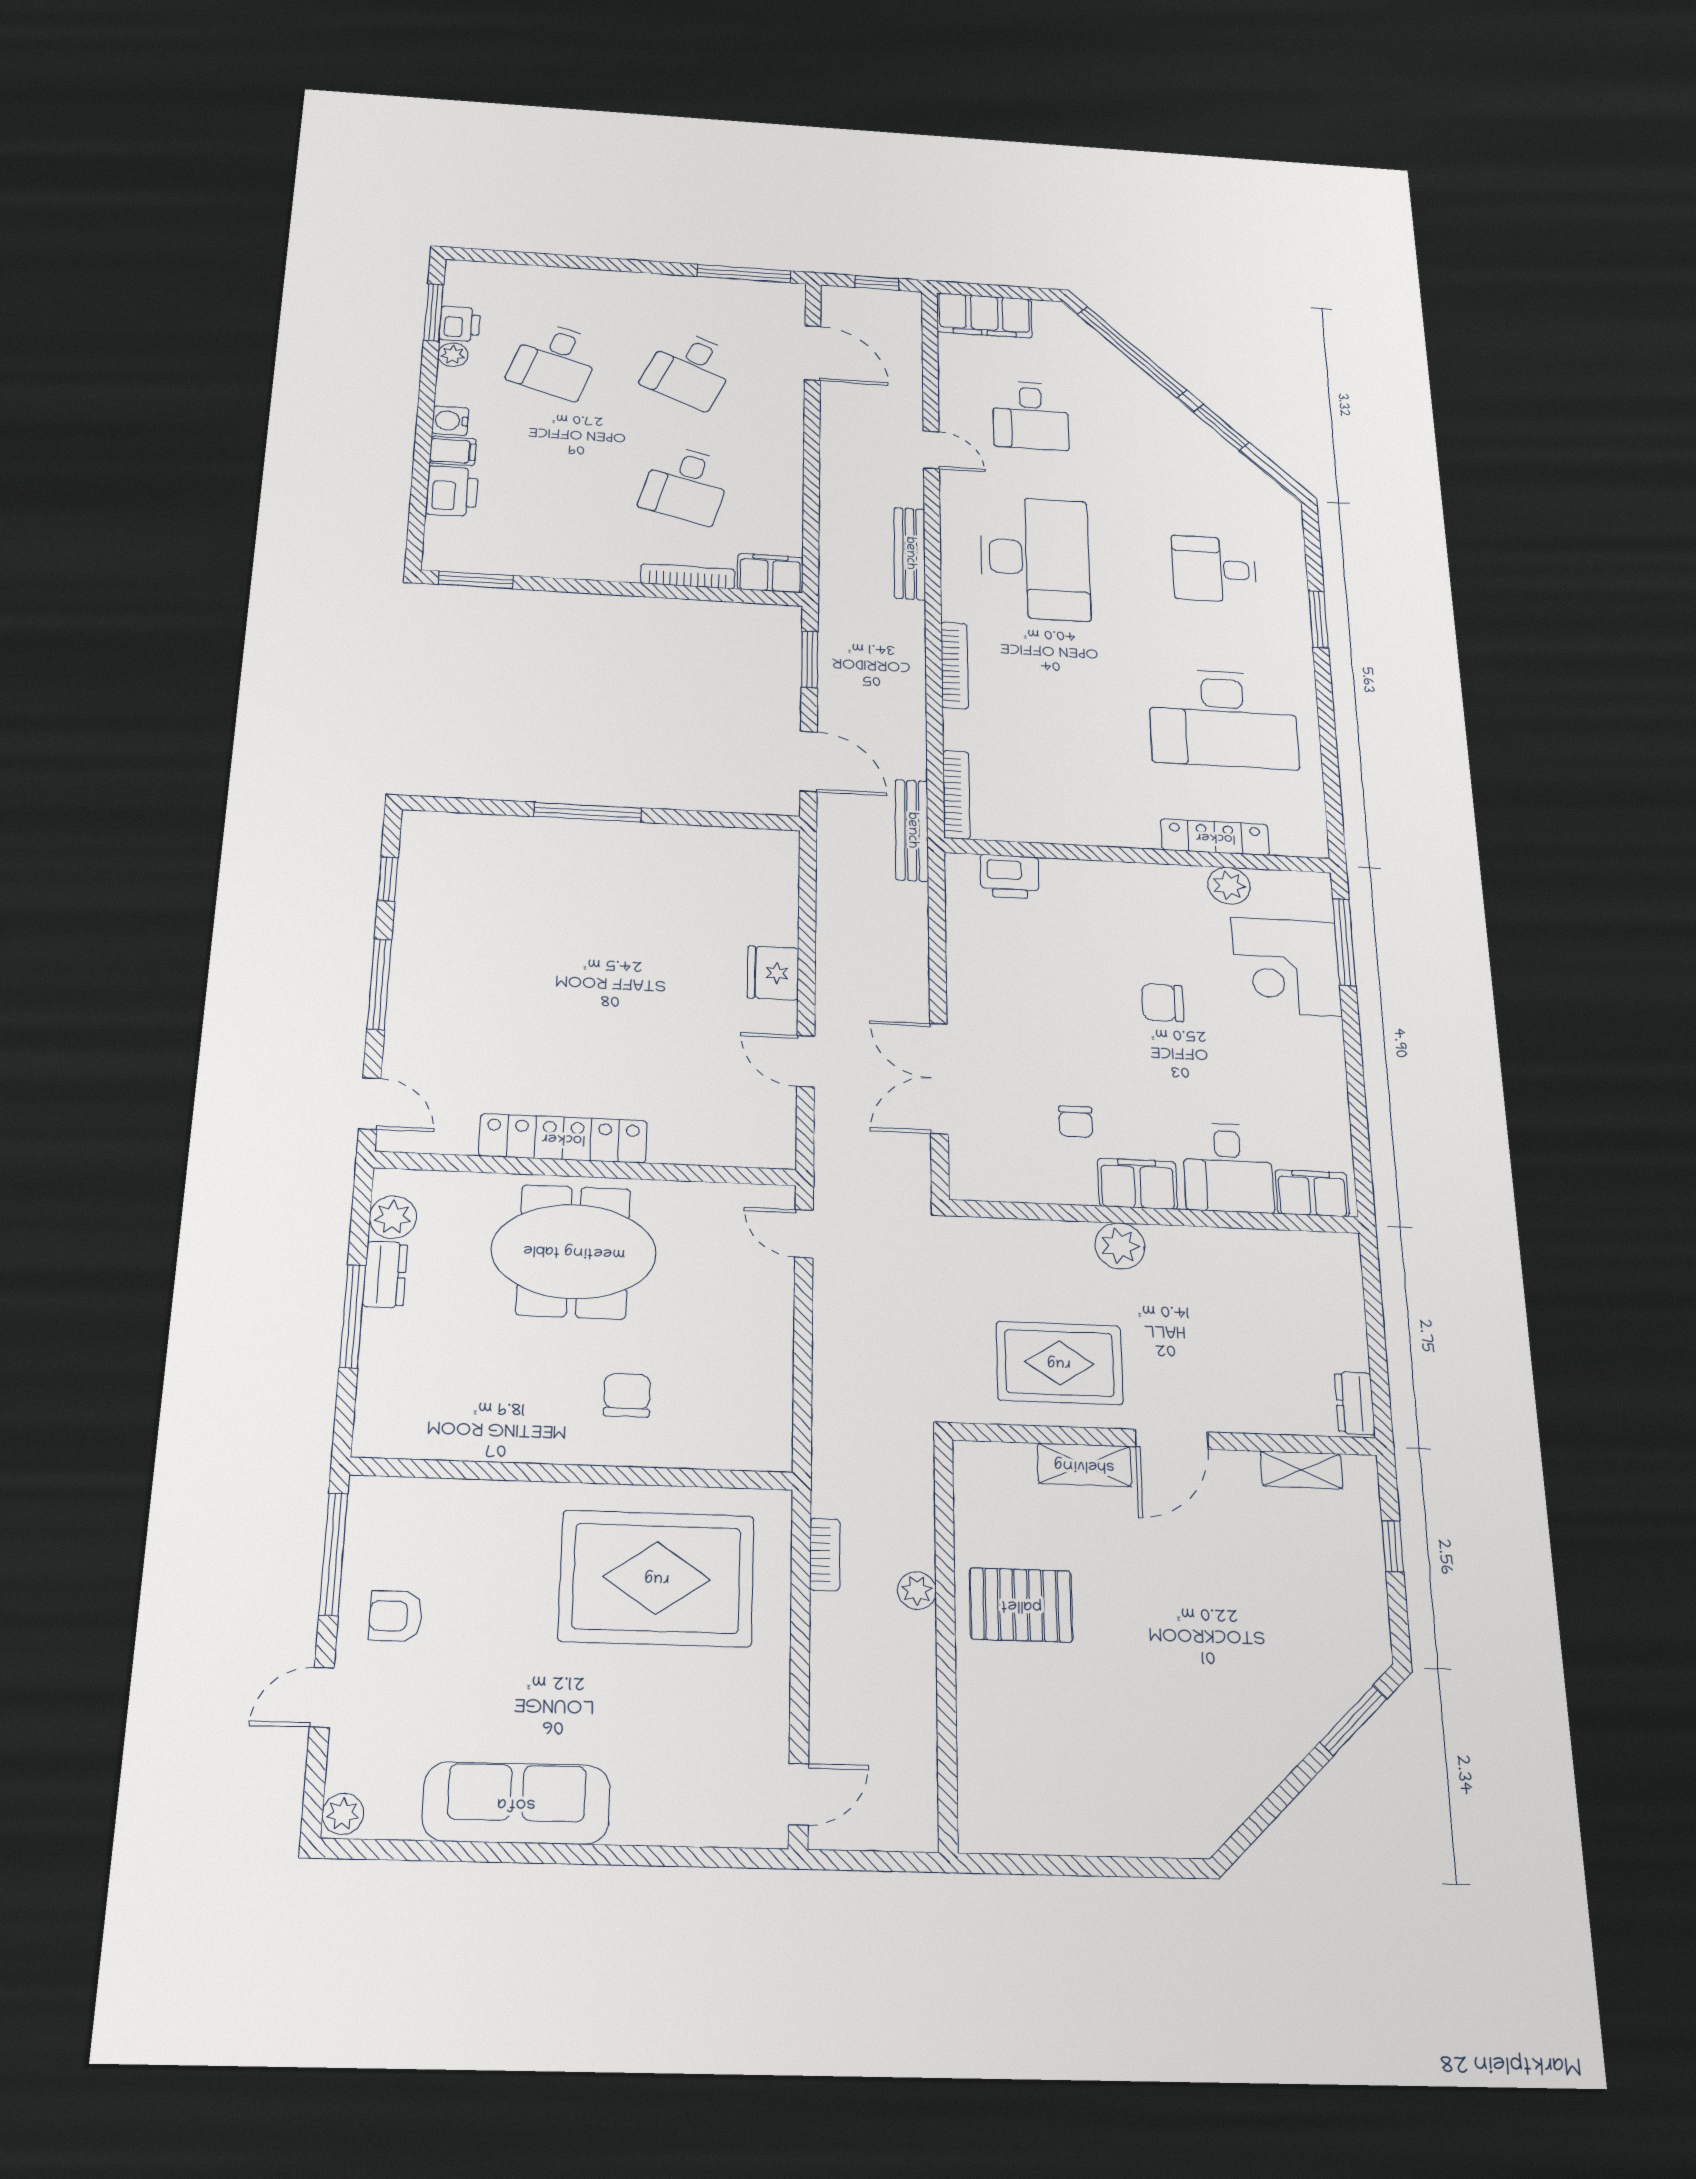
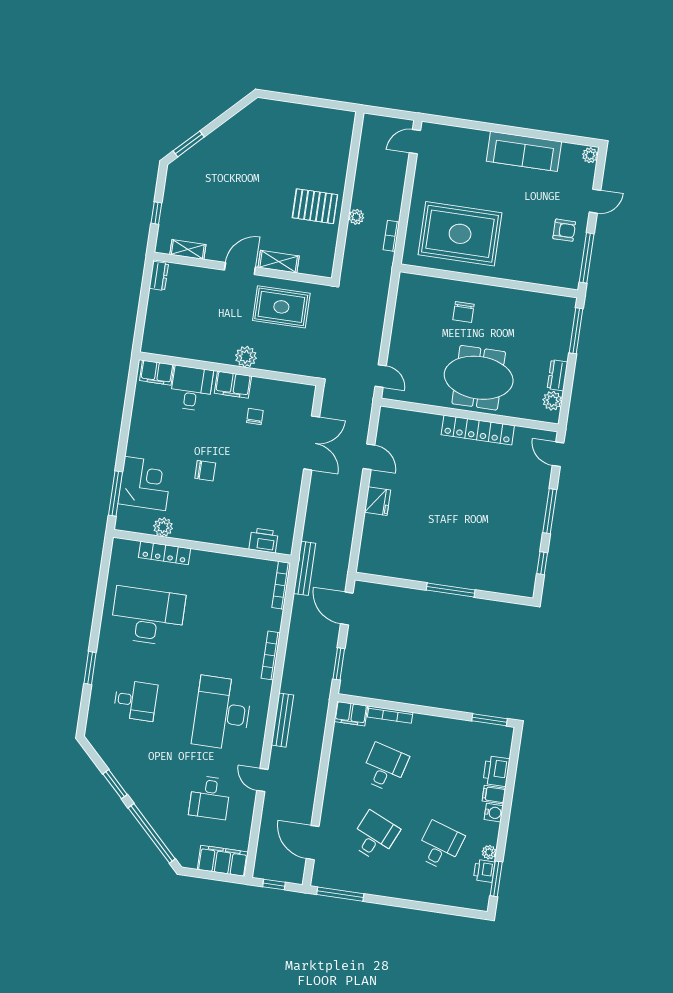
desk: (1031, 416) -> (210, 798), turned 180
window: (353, 1316) -> (576, 331), moved

